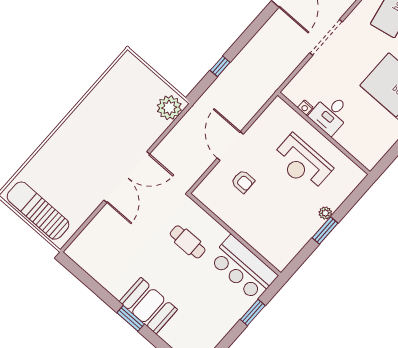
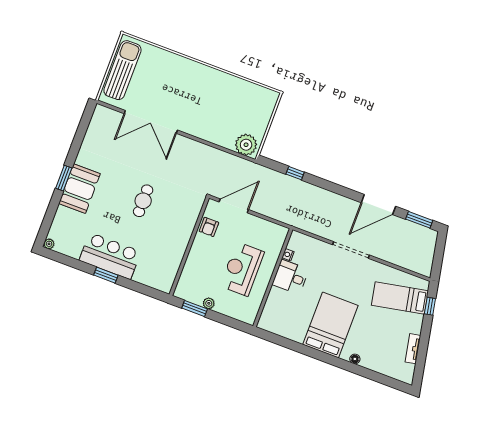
double door: (127, 177) -> (151, 122), moved
wall: (235, 235) -> (189, 246), moved
bar counter: (243, 268) -> (110, 256), moved, turned 90

